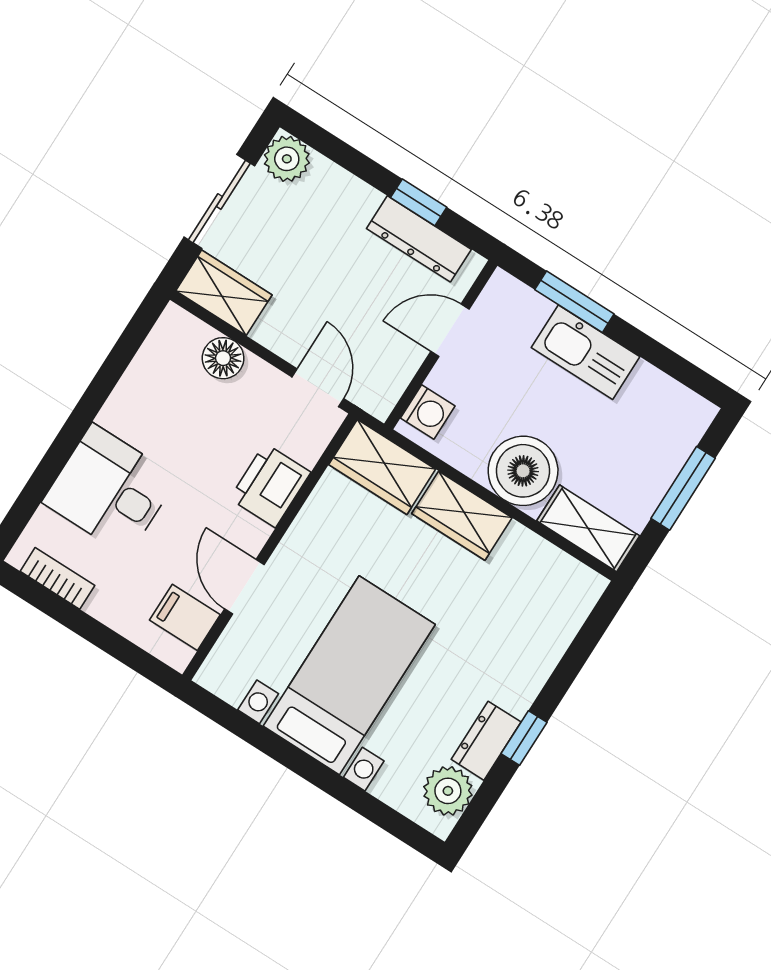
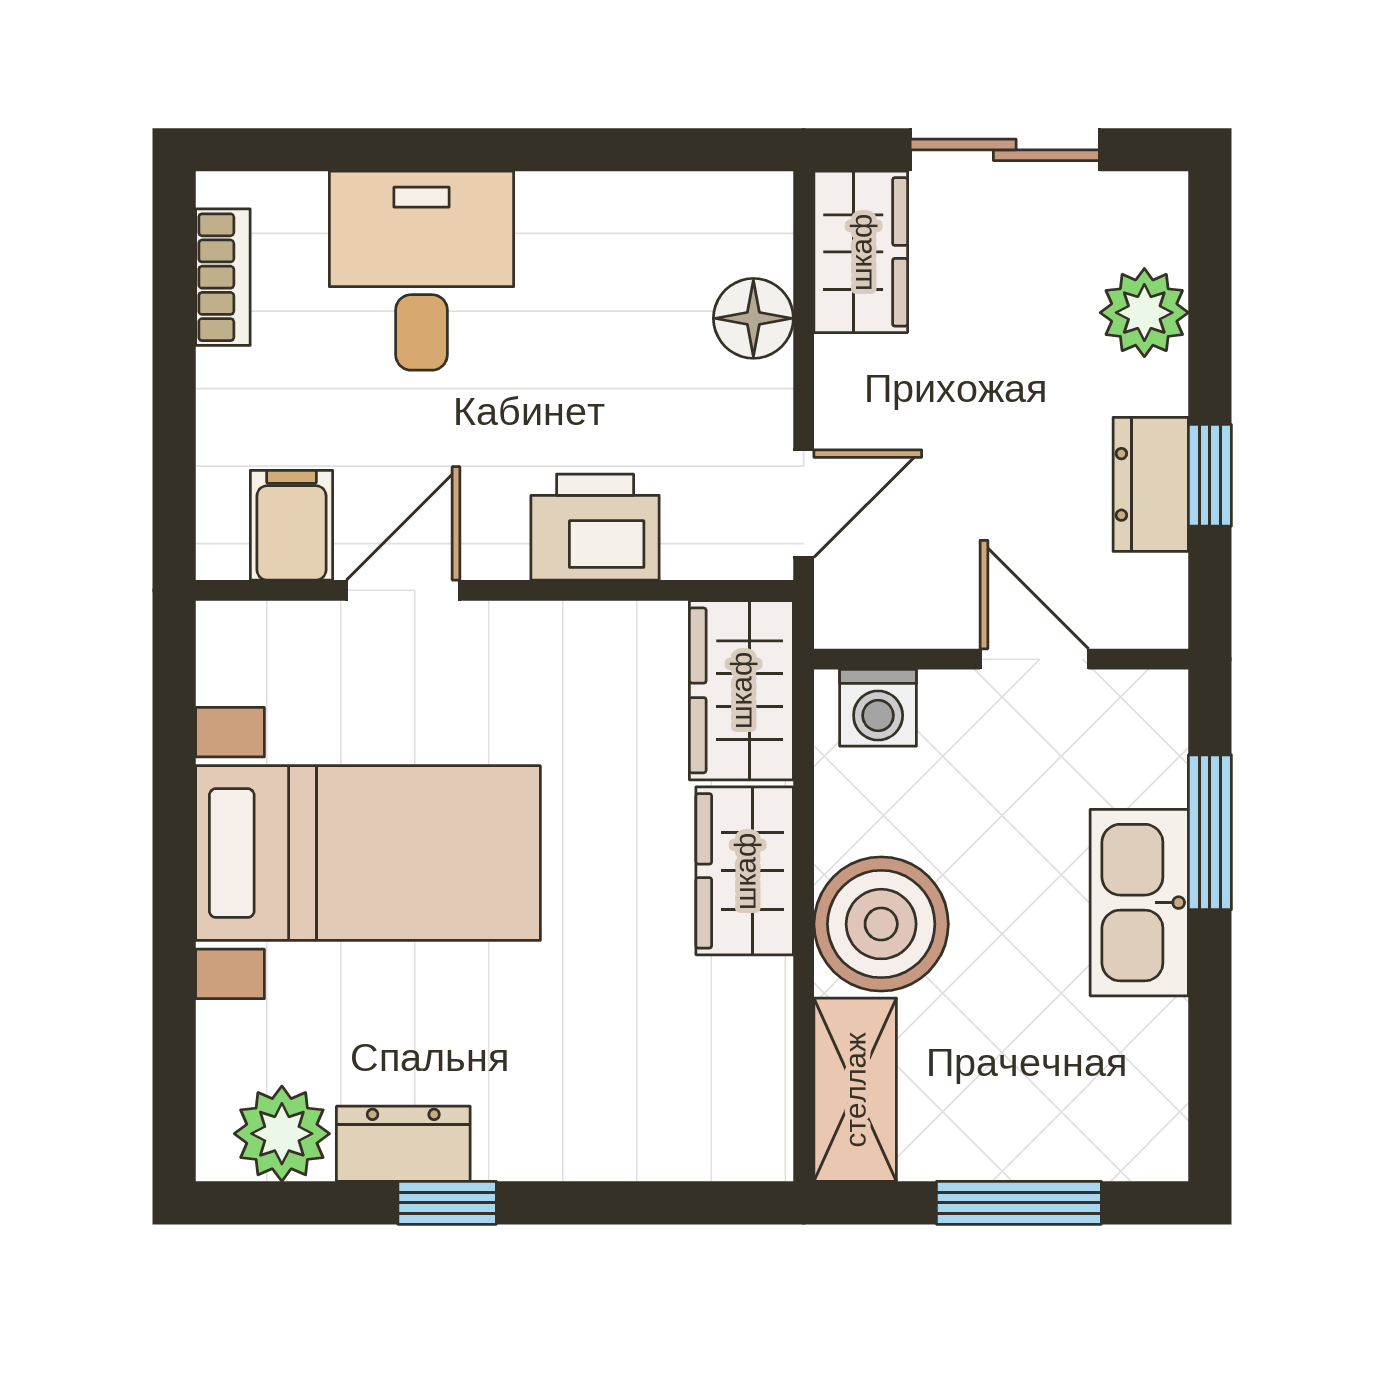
plant: (287, 159) -> (1144, 313), moved
dresser: (419, 239) -> (1151, 484), width x0.70

